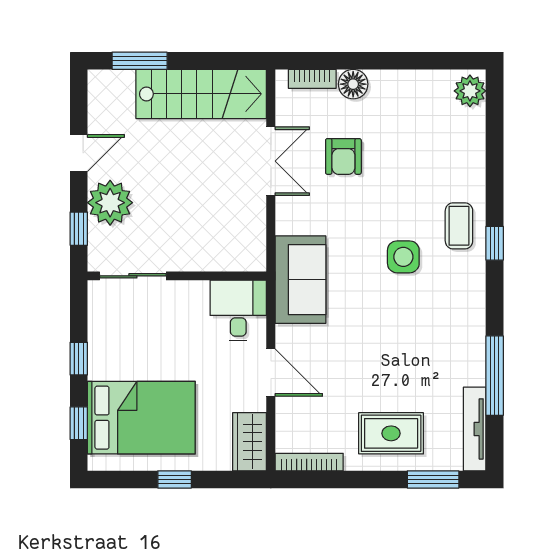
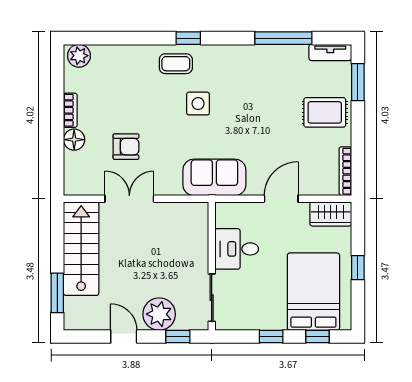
bookcase: (312, 79) -> (70, 110), moved
desk: (238, 311) -> (237, 249), moved
tv unit: (475, 429) -> (330, 52), width x0.71
rug: (391, 433) -> (325, 112), turned 90

